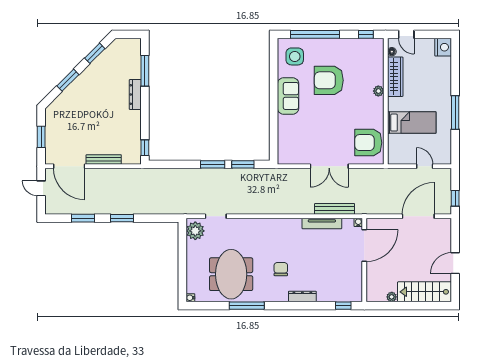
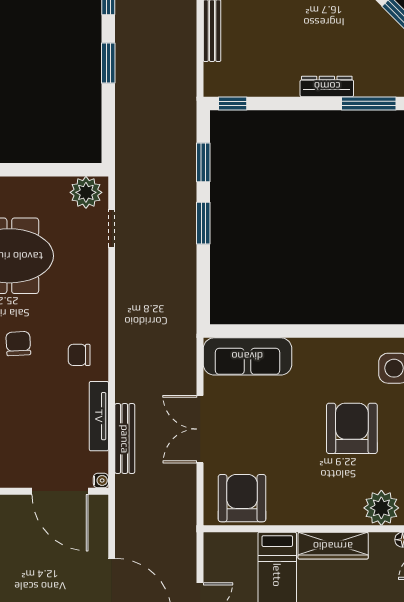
wardrobe: (395, 77) -> (333, 546), moved
plant: (378, 91) -> (381, 508), moved, width x1.88, depth x1.88
sofa: (288, 96) -> (247, 356), moved, width x1.36
window: (243, 164) -> (203, 162), moved
chair: (287, 235) -> (79, 355), added
chair: (281, 269) -> (18, 344), turned -93

